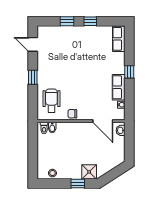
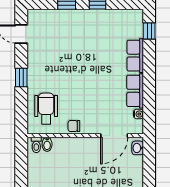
row of seats: (119, 39) -> (135, 56), moved
window: (129, 72) -> (149, 31), moved
door: (103, 121) -> (114, 136), hinge flipped

